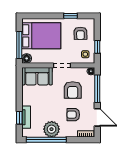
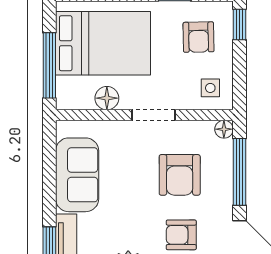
window: (97, 47) -> (239, 24), moved
floor lamp: (27, 58) -> (107, 98), moved
sofa: (37, 76) -> (77, 175), moved, turned -90

